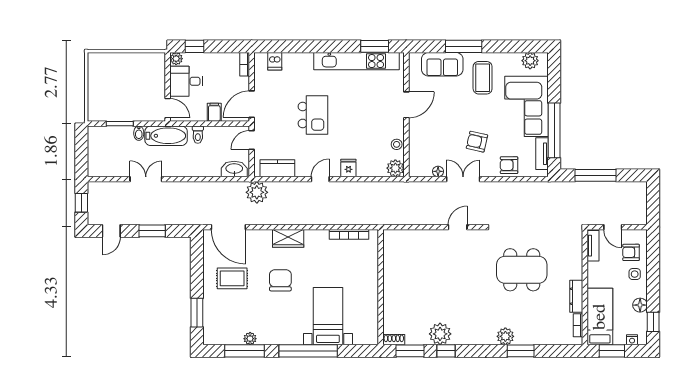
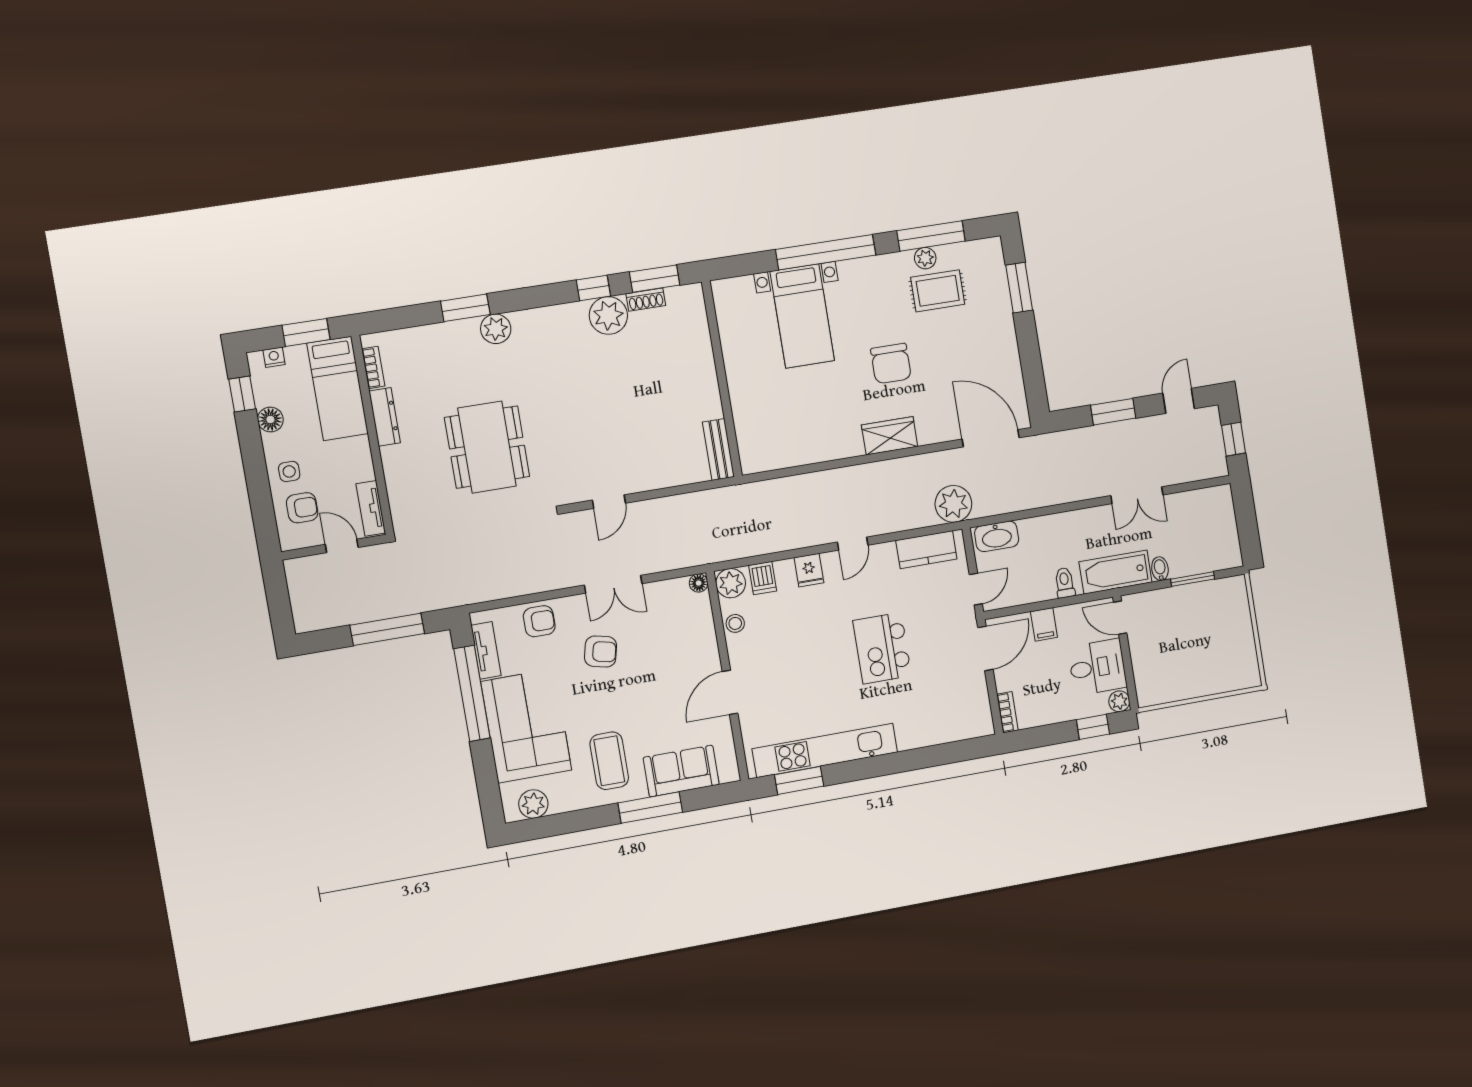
dishwasher: (275, 61) -> (763, 578), moved, turned 180
floor lamp: (438, 171) -> (699, 583), moved
bookcase: (349, 234) -> (790, 459), removed
bench: (390, 247) -> (718, 449), added
dining table: (522, 270) -> (487, 447), turned 90
rug: (232, 278) -> (938, 291), moved
shoe rack: (394, 340) -> (646, 300), moved

